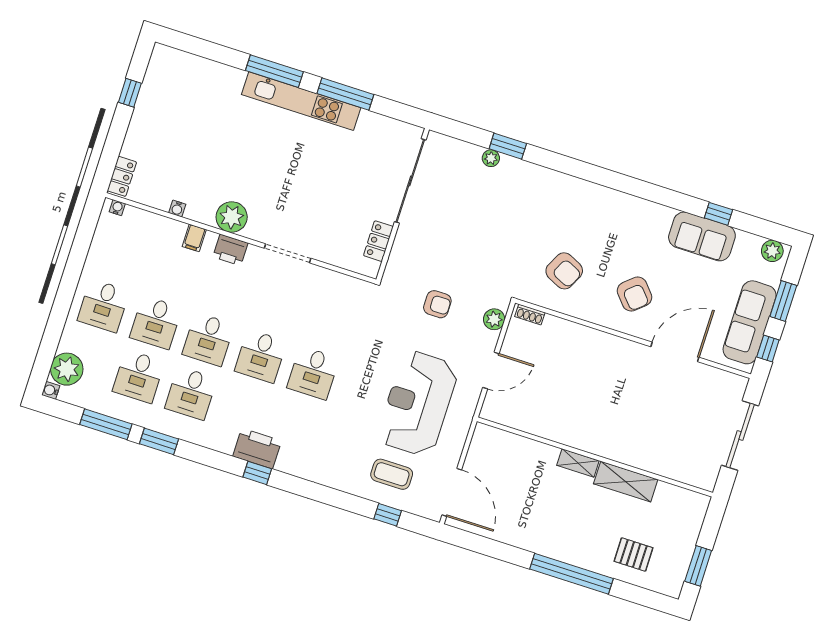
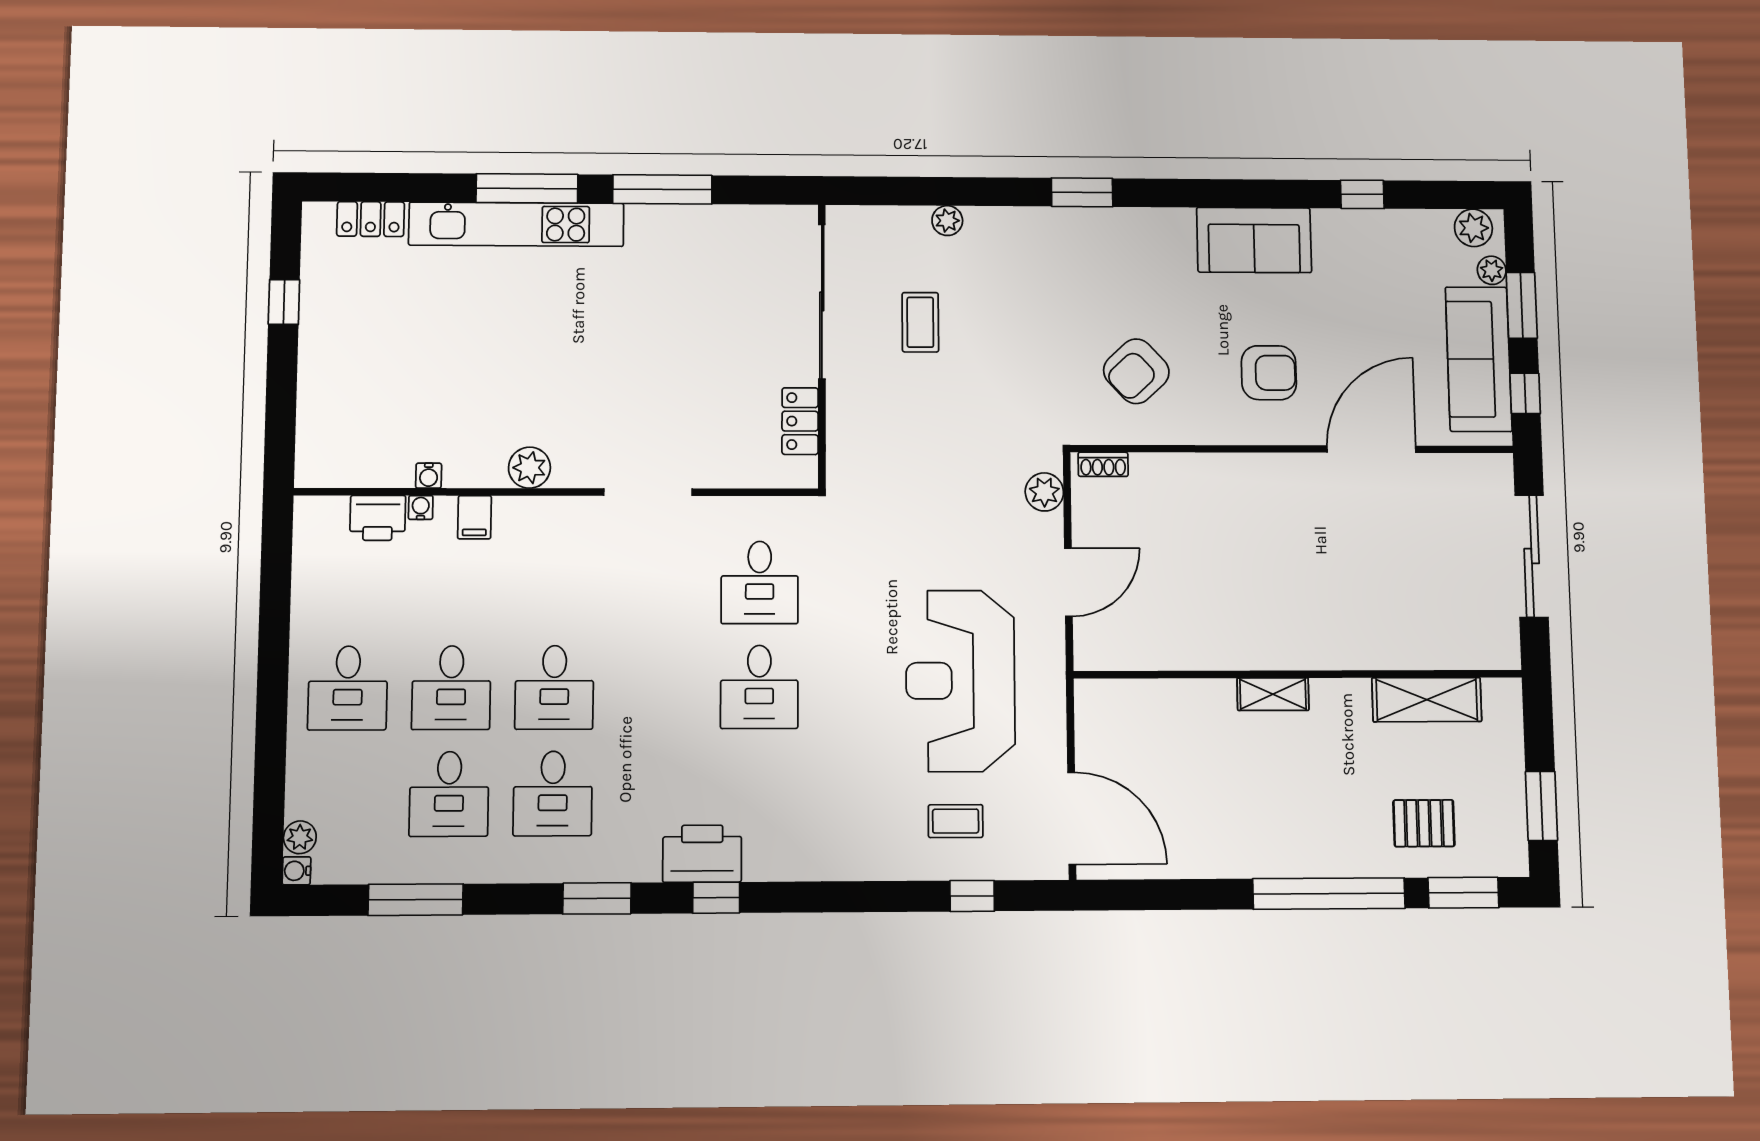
kitchen unit: (301, 101) -> (516, 224), moved
window: (508, 146) -> (1082, 192), moved
locker: (122, 176) -> (371, 219), moved, turned 90
water cooler: (117, 208) -> (421, 507), moved
coffee table: (459, 208) -> (920, 322), added
plant: (232, 217) -> (529, 468), width x0.73, depth x0.73
sofa: (702, 236) -> (1254, 240), moved
printer: (230, 250) -> (378, 518), moved
armchair: (564, 271) -> (1136, 371), turned 111
plant: (774, 277) -> (1492, 270), added
armchair: (634, 294) -> (1269, 373), turned -49
armchair: (437, 304) -> (938, 497), removed
desk: (261, 356) -> (760, 582), moved
plant: (67, 369) -> (300, 837), width x0.53, depth x0.53
window: (159, 441) -> (597, 898), moved
coffee table: (392, 474) -> (956, 821), width x0.73, depth x0.77
shelving: (626, 482) -> (1427, 700), moved
window: (641, 596) -> (1463, 893), added

